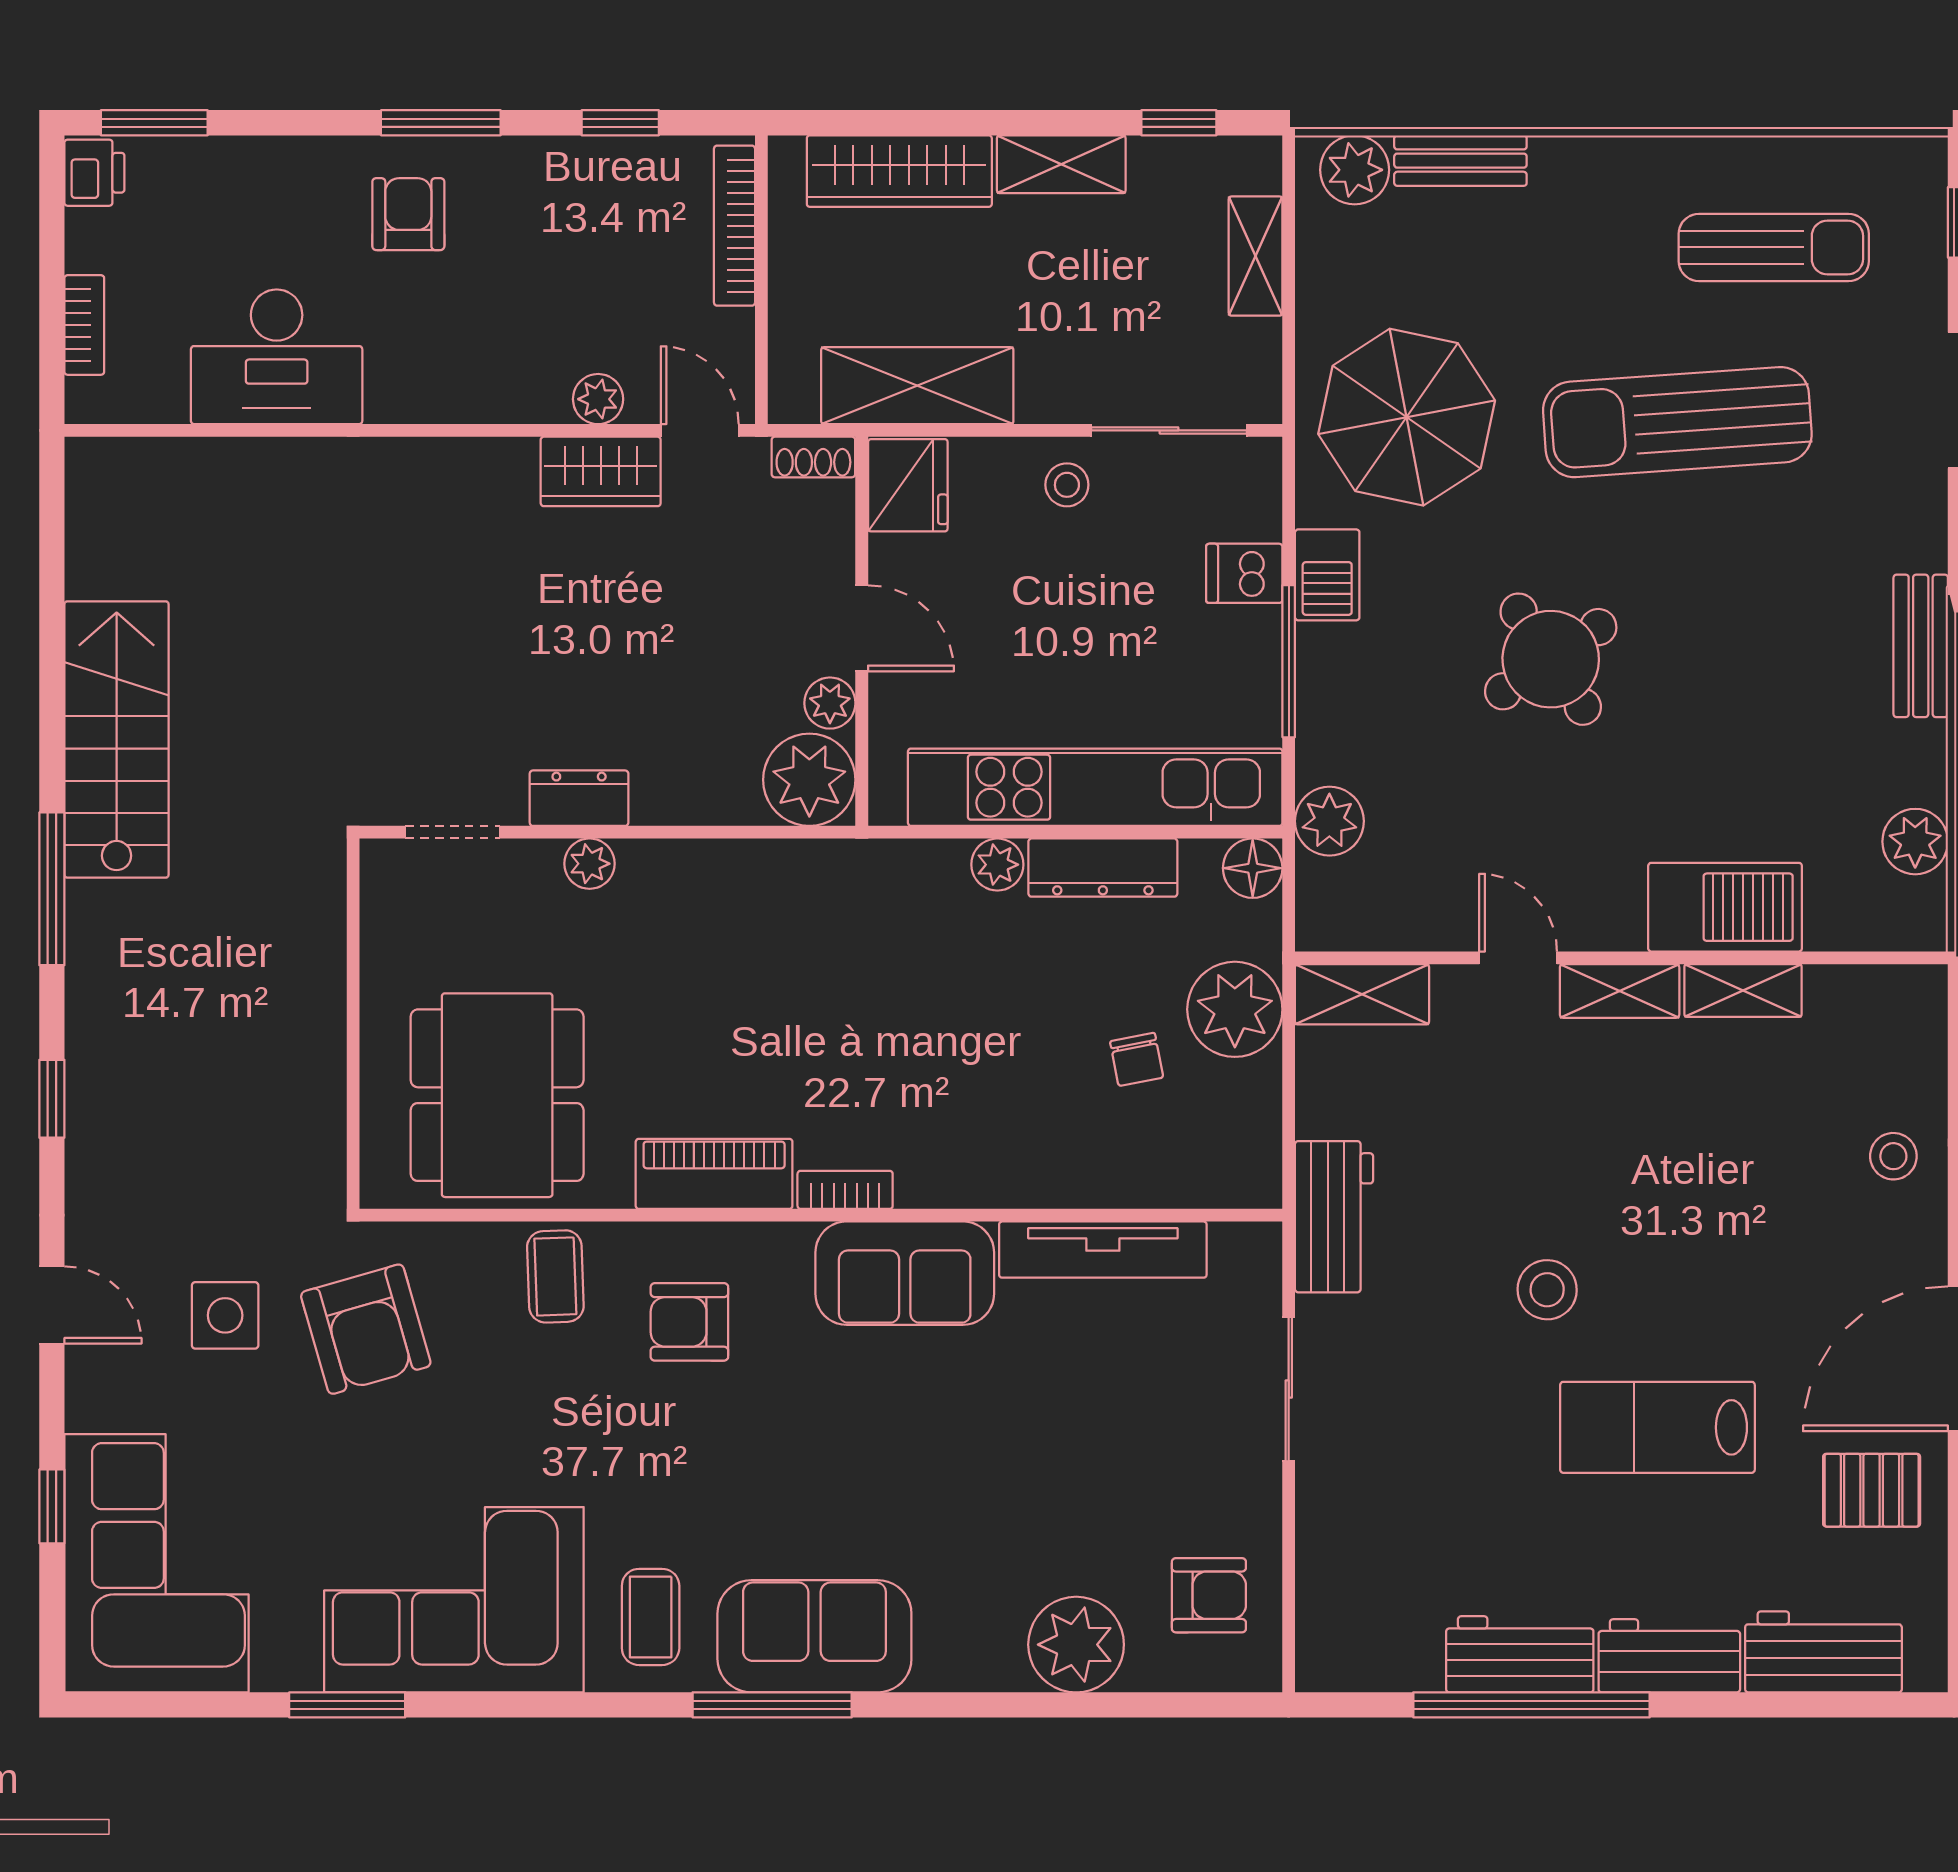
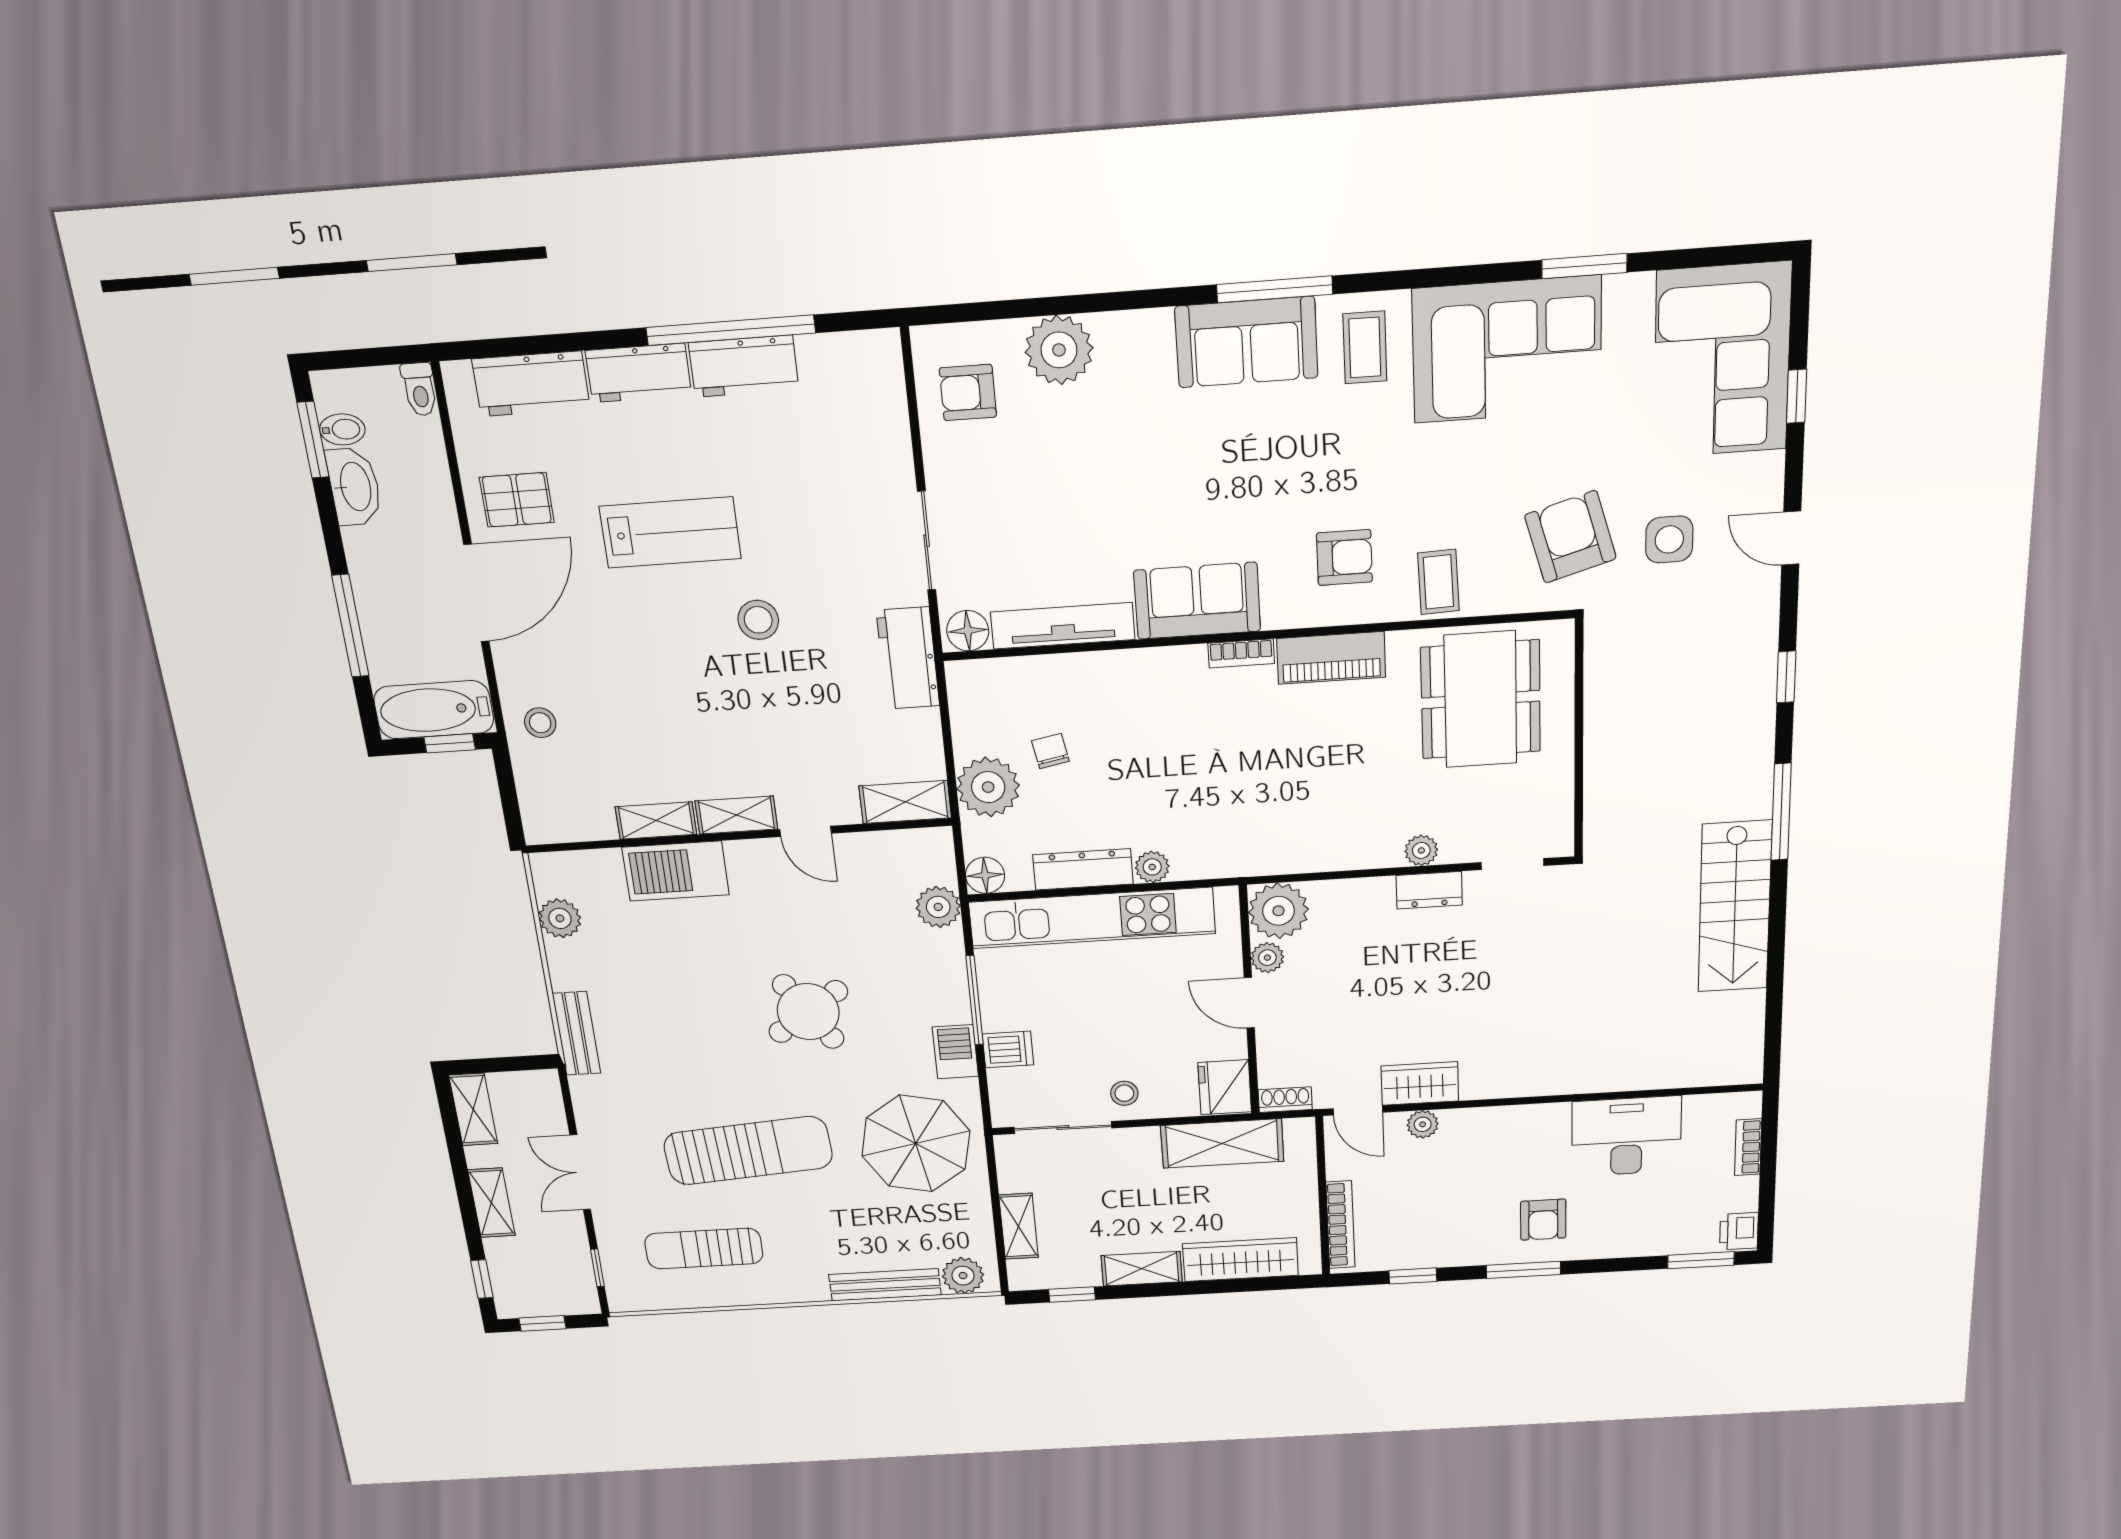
bench: (1460, 161) -> (885, 1285), width x1.36
floor lamp: (1242, 1252) -> (968, 631), added

